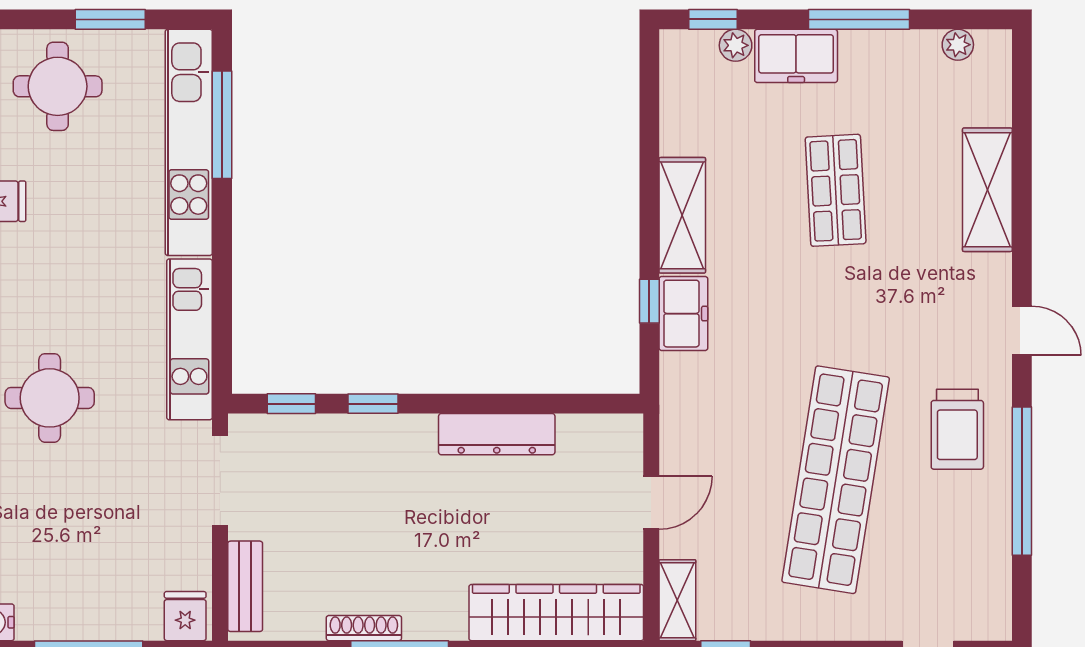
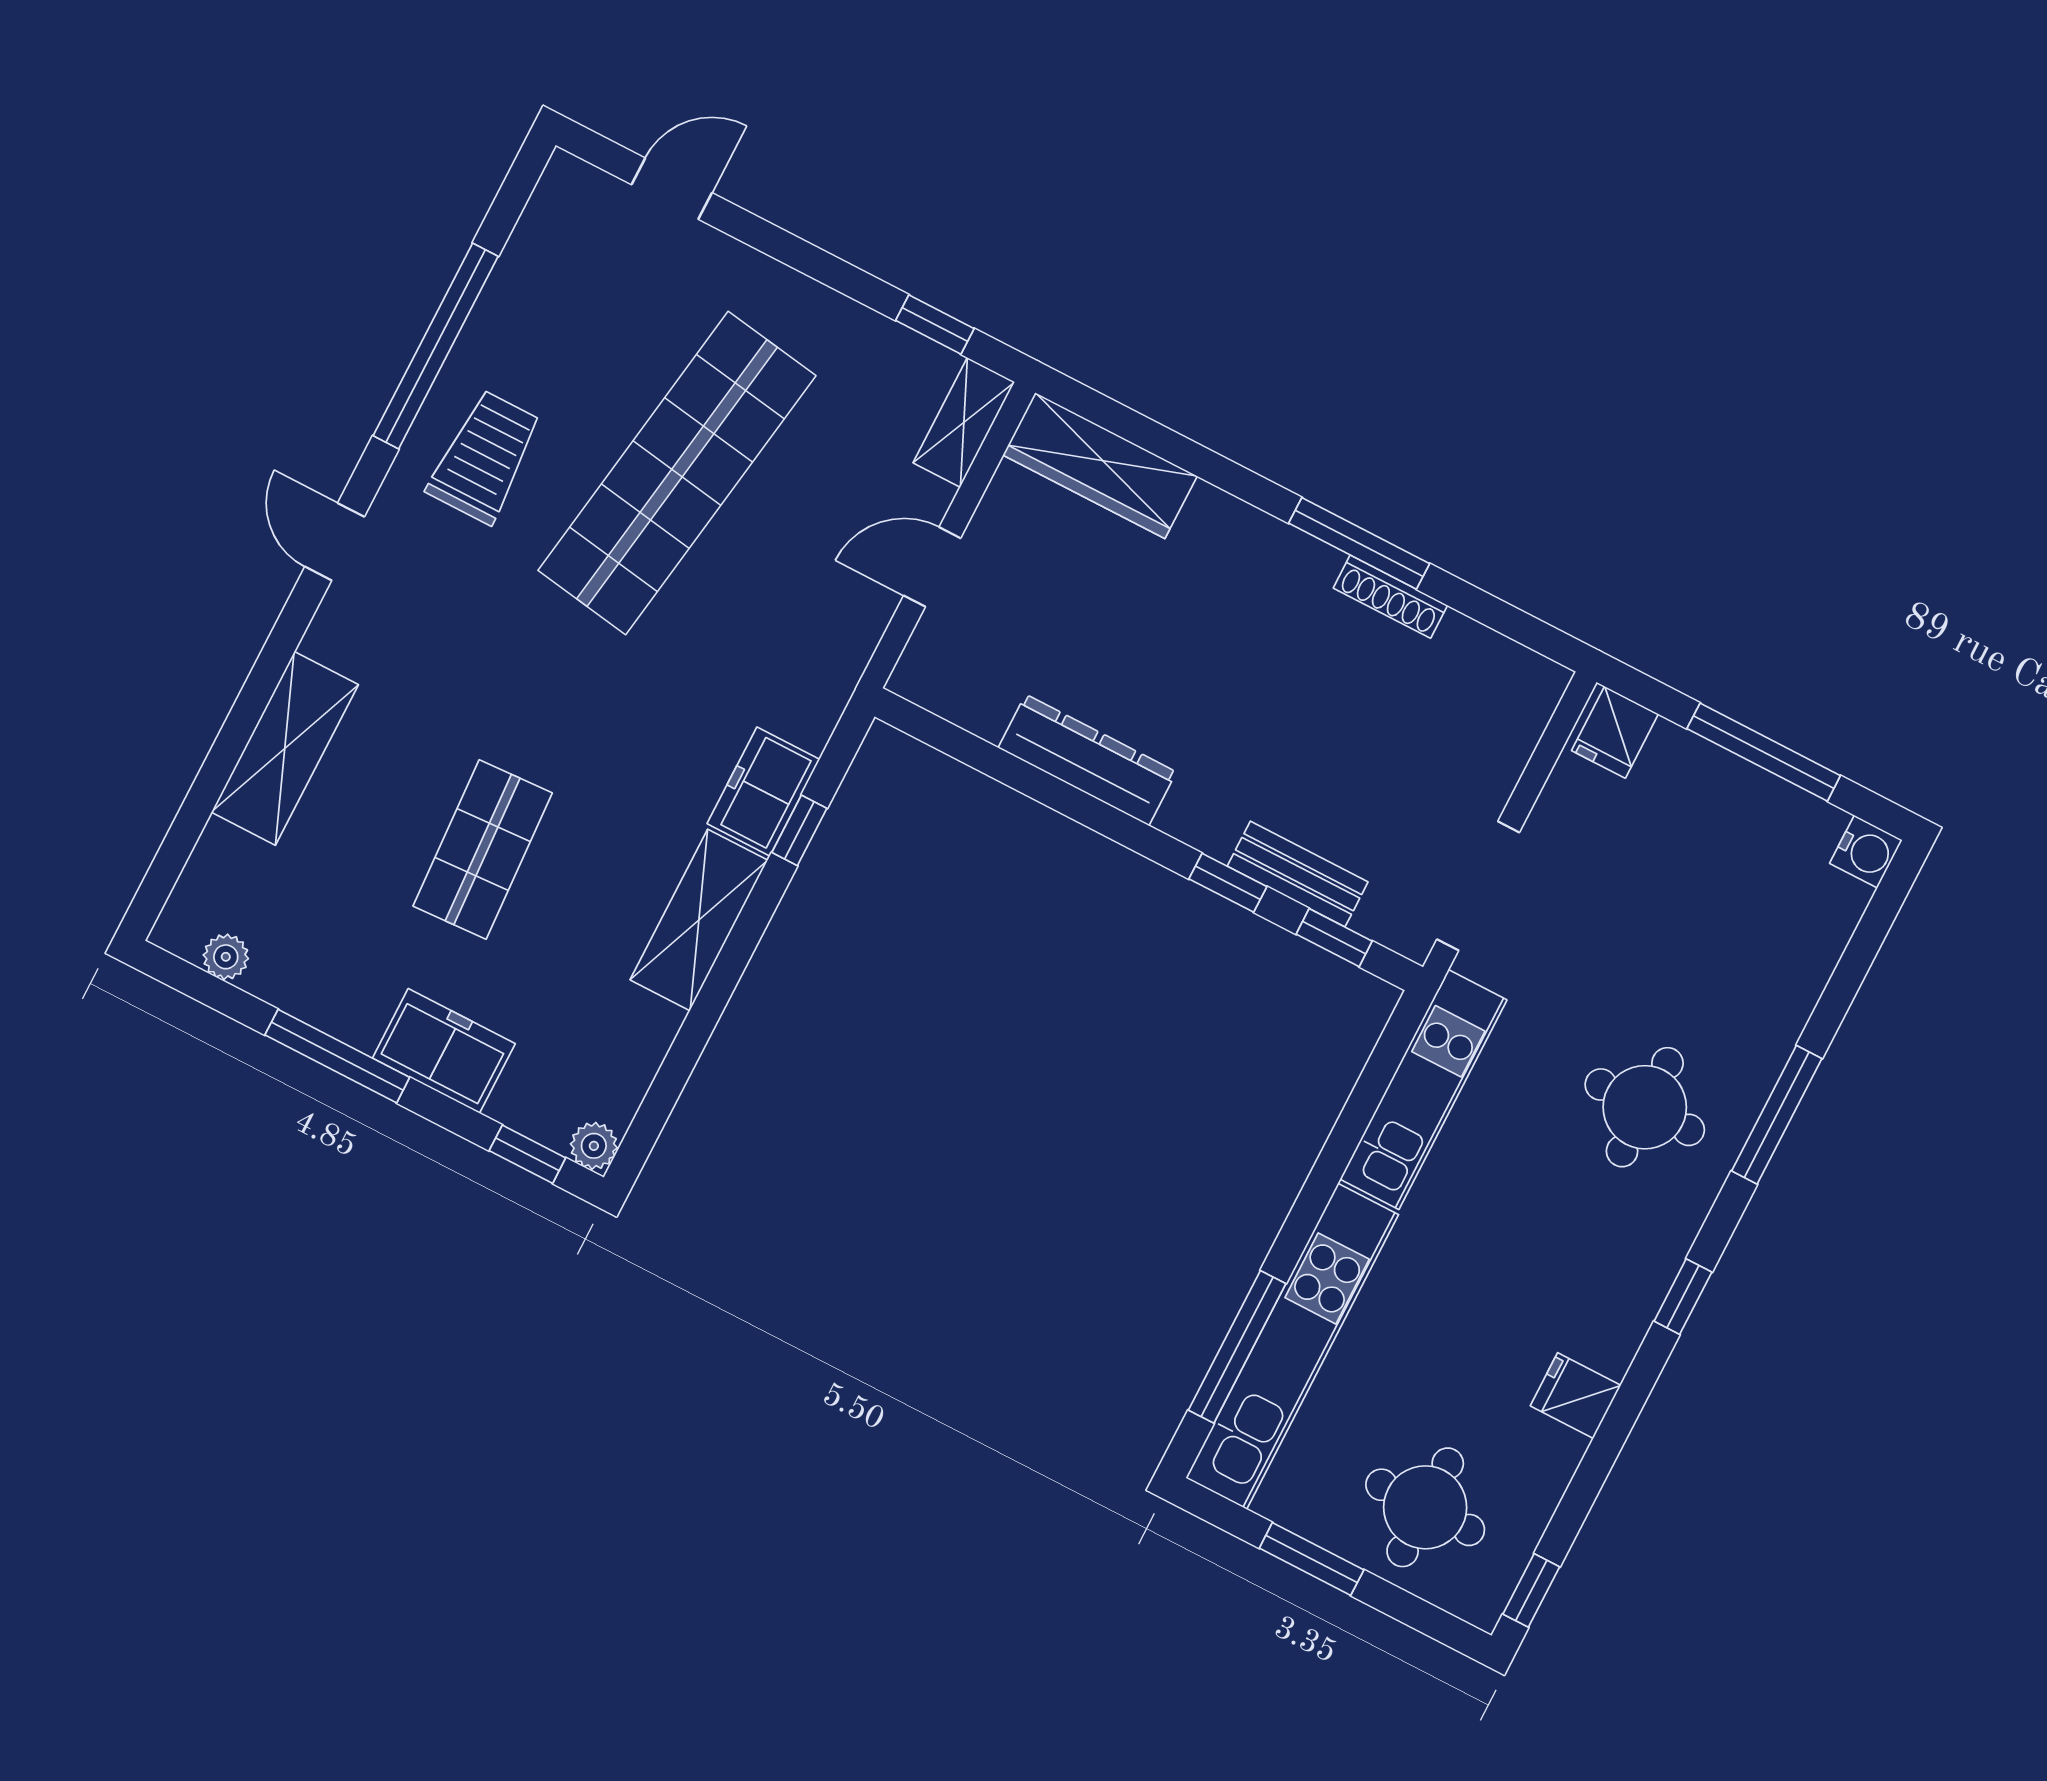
plant: (736, 45) -> (594, 1146), moved
bench: (245, 586) -> (1298, 874), moved, turned 90
wardrobe: (556, 613) -> (1100, 466), width x0.71, depth x0.85

